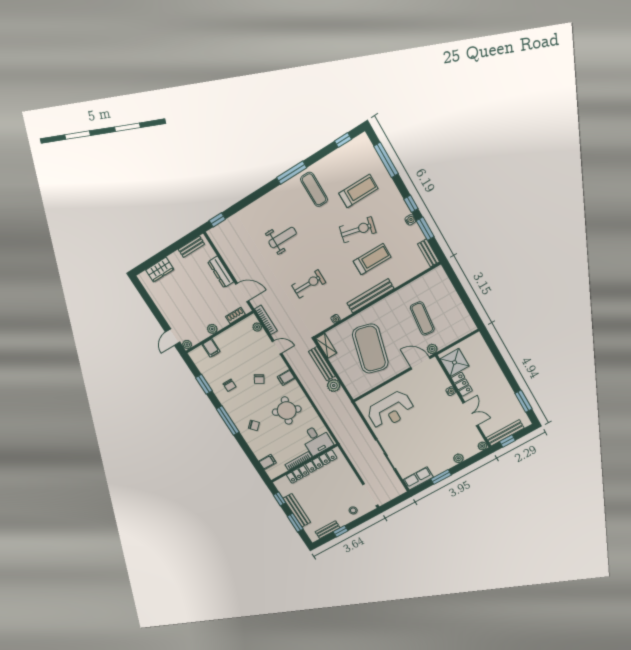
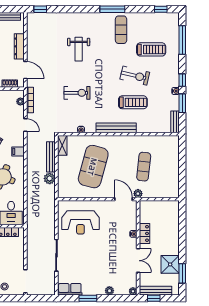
weight bench: (283, 238) -> (79, 49), turned 90
shower: (454, 362) -> (170, 264), moved

